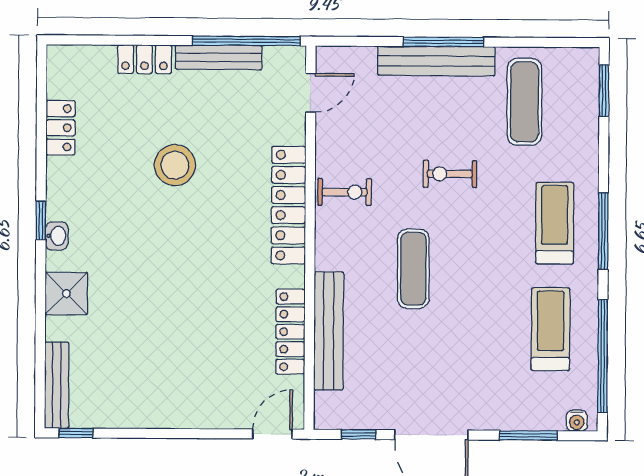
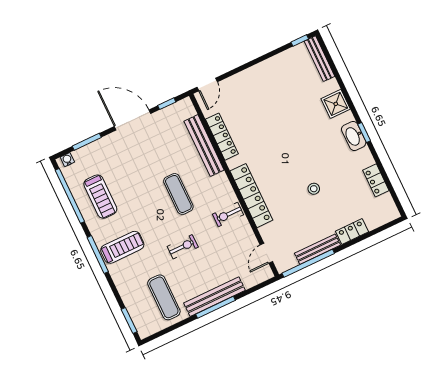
stool: (175, 165) -> (314, 189), width x0.53, depth x0.53
treadmill: (555, 223) -> (122, 247), turned -90
washbasin: (57, 236) -> (354, 136), width x1.91, depth x1.45

